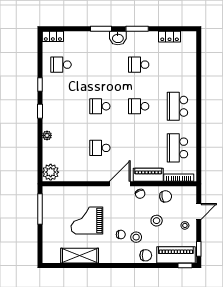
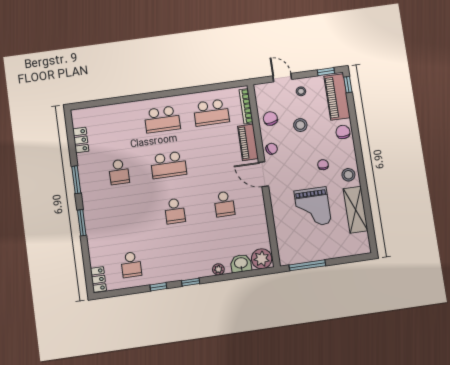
washbasin: (118, 38) -> (241, 263), moved, turned -90
school desk: (139, 106) -> (168, 165), width x1.85
stool: (136, 237) -> (348, 175), moved

